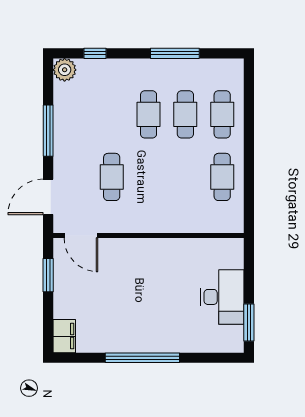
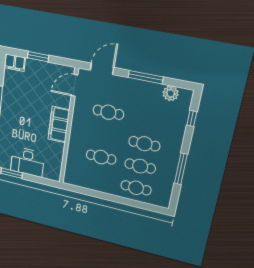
plant: (65, 70) -> (171, 93), moved
cafe table: (222, 177) -> (101, 157), moved
door: (48, 197) -> (102, 69), hinge flipped
filing cabinet: (148, 252) -> (59, 125), added
window: (48, 275) -> (38, 57), moved

